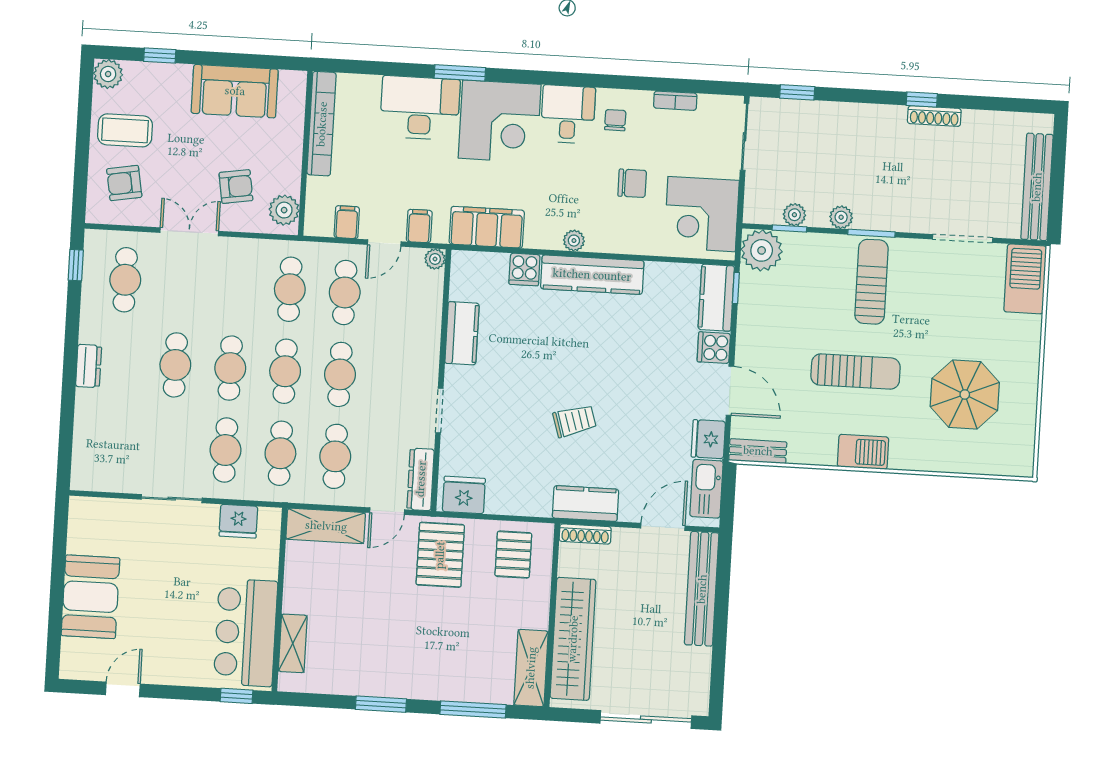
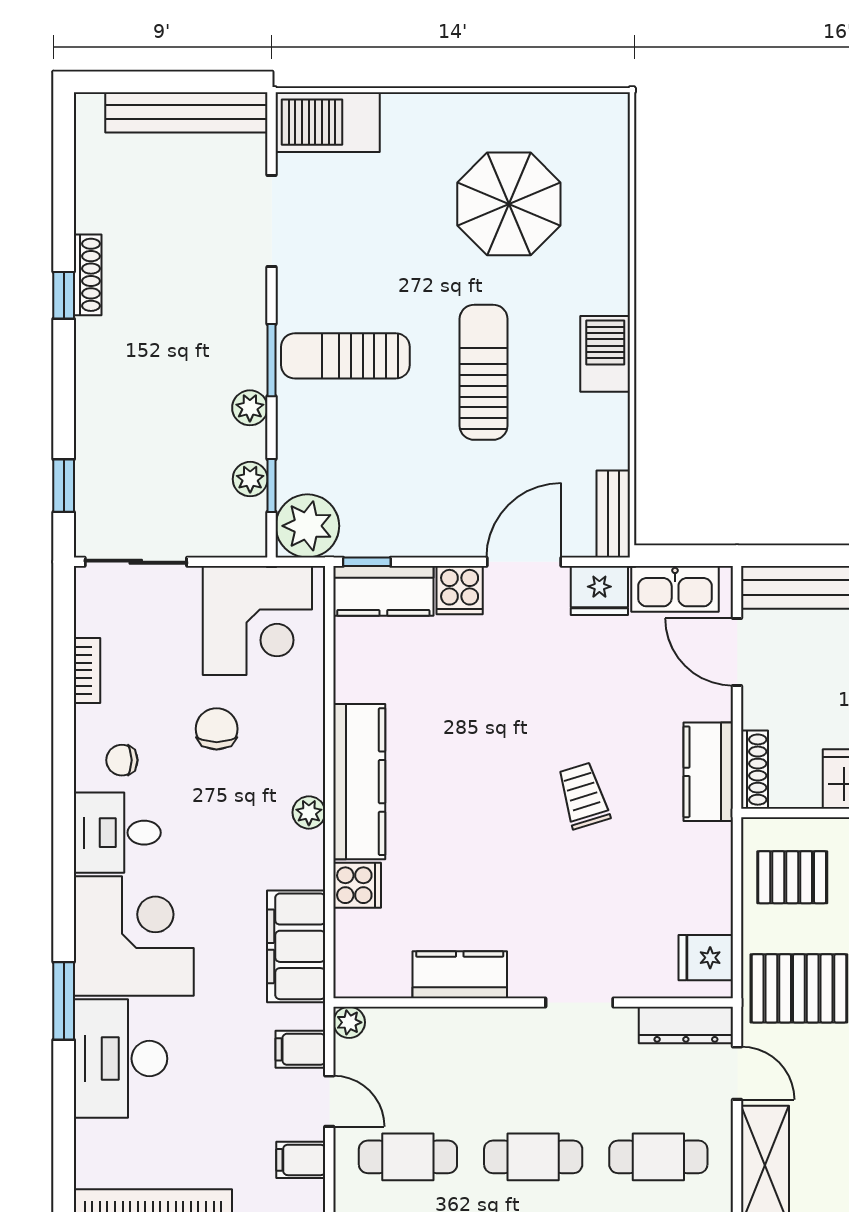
fridge: (464, 495) -> (706, 958), width x0.72

